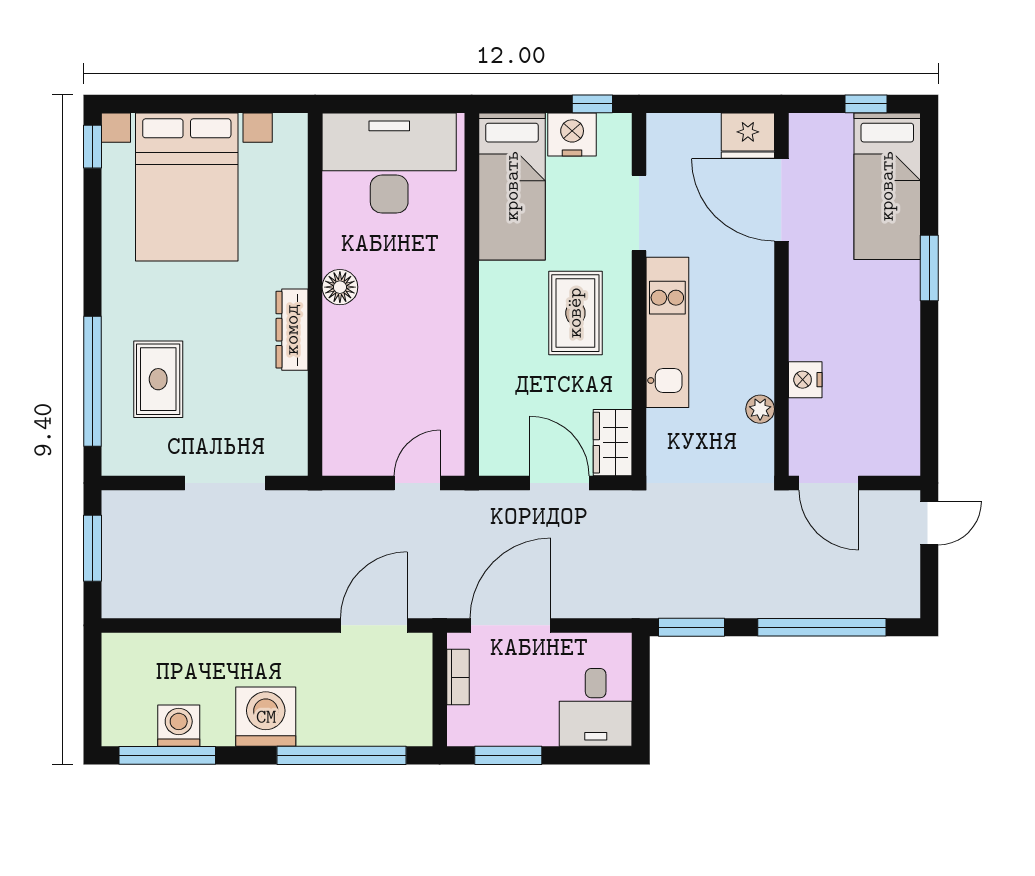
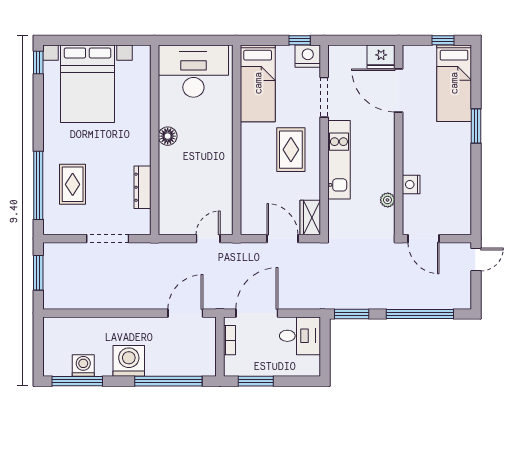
nightstand: (572, 134) -> (308, 56), moved
dresser: (292, 330) -> (143, 187), moved
desk: (596, 707) -> (300, 336), moved, turned -90

